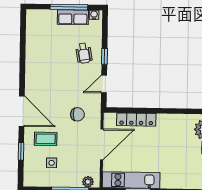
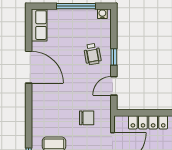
row of seats: (73, 17) -> (39, 25), moved, turned -90
door: (22, 111) -> (29, 67), moved

